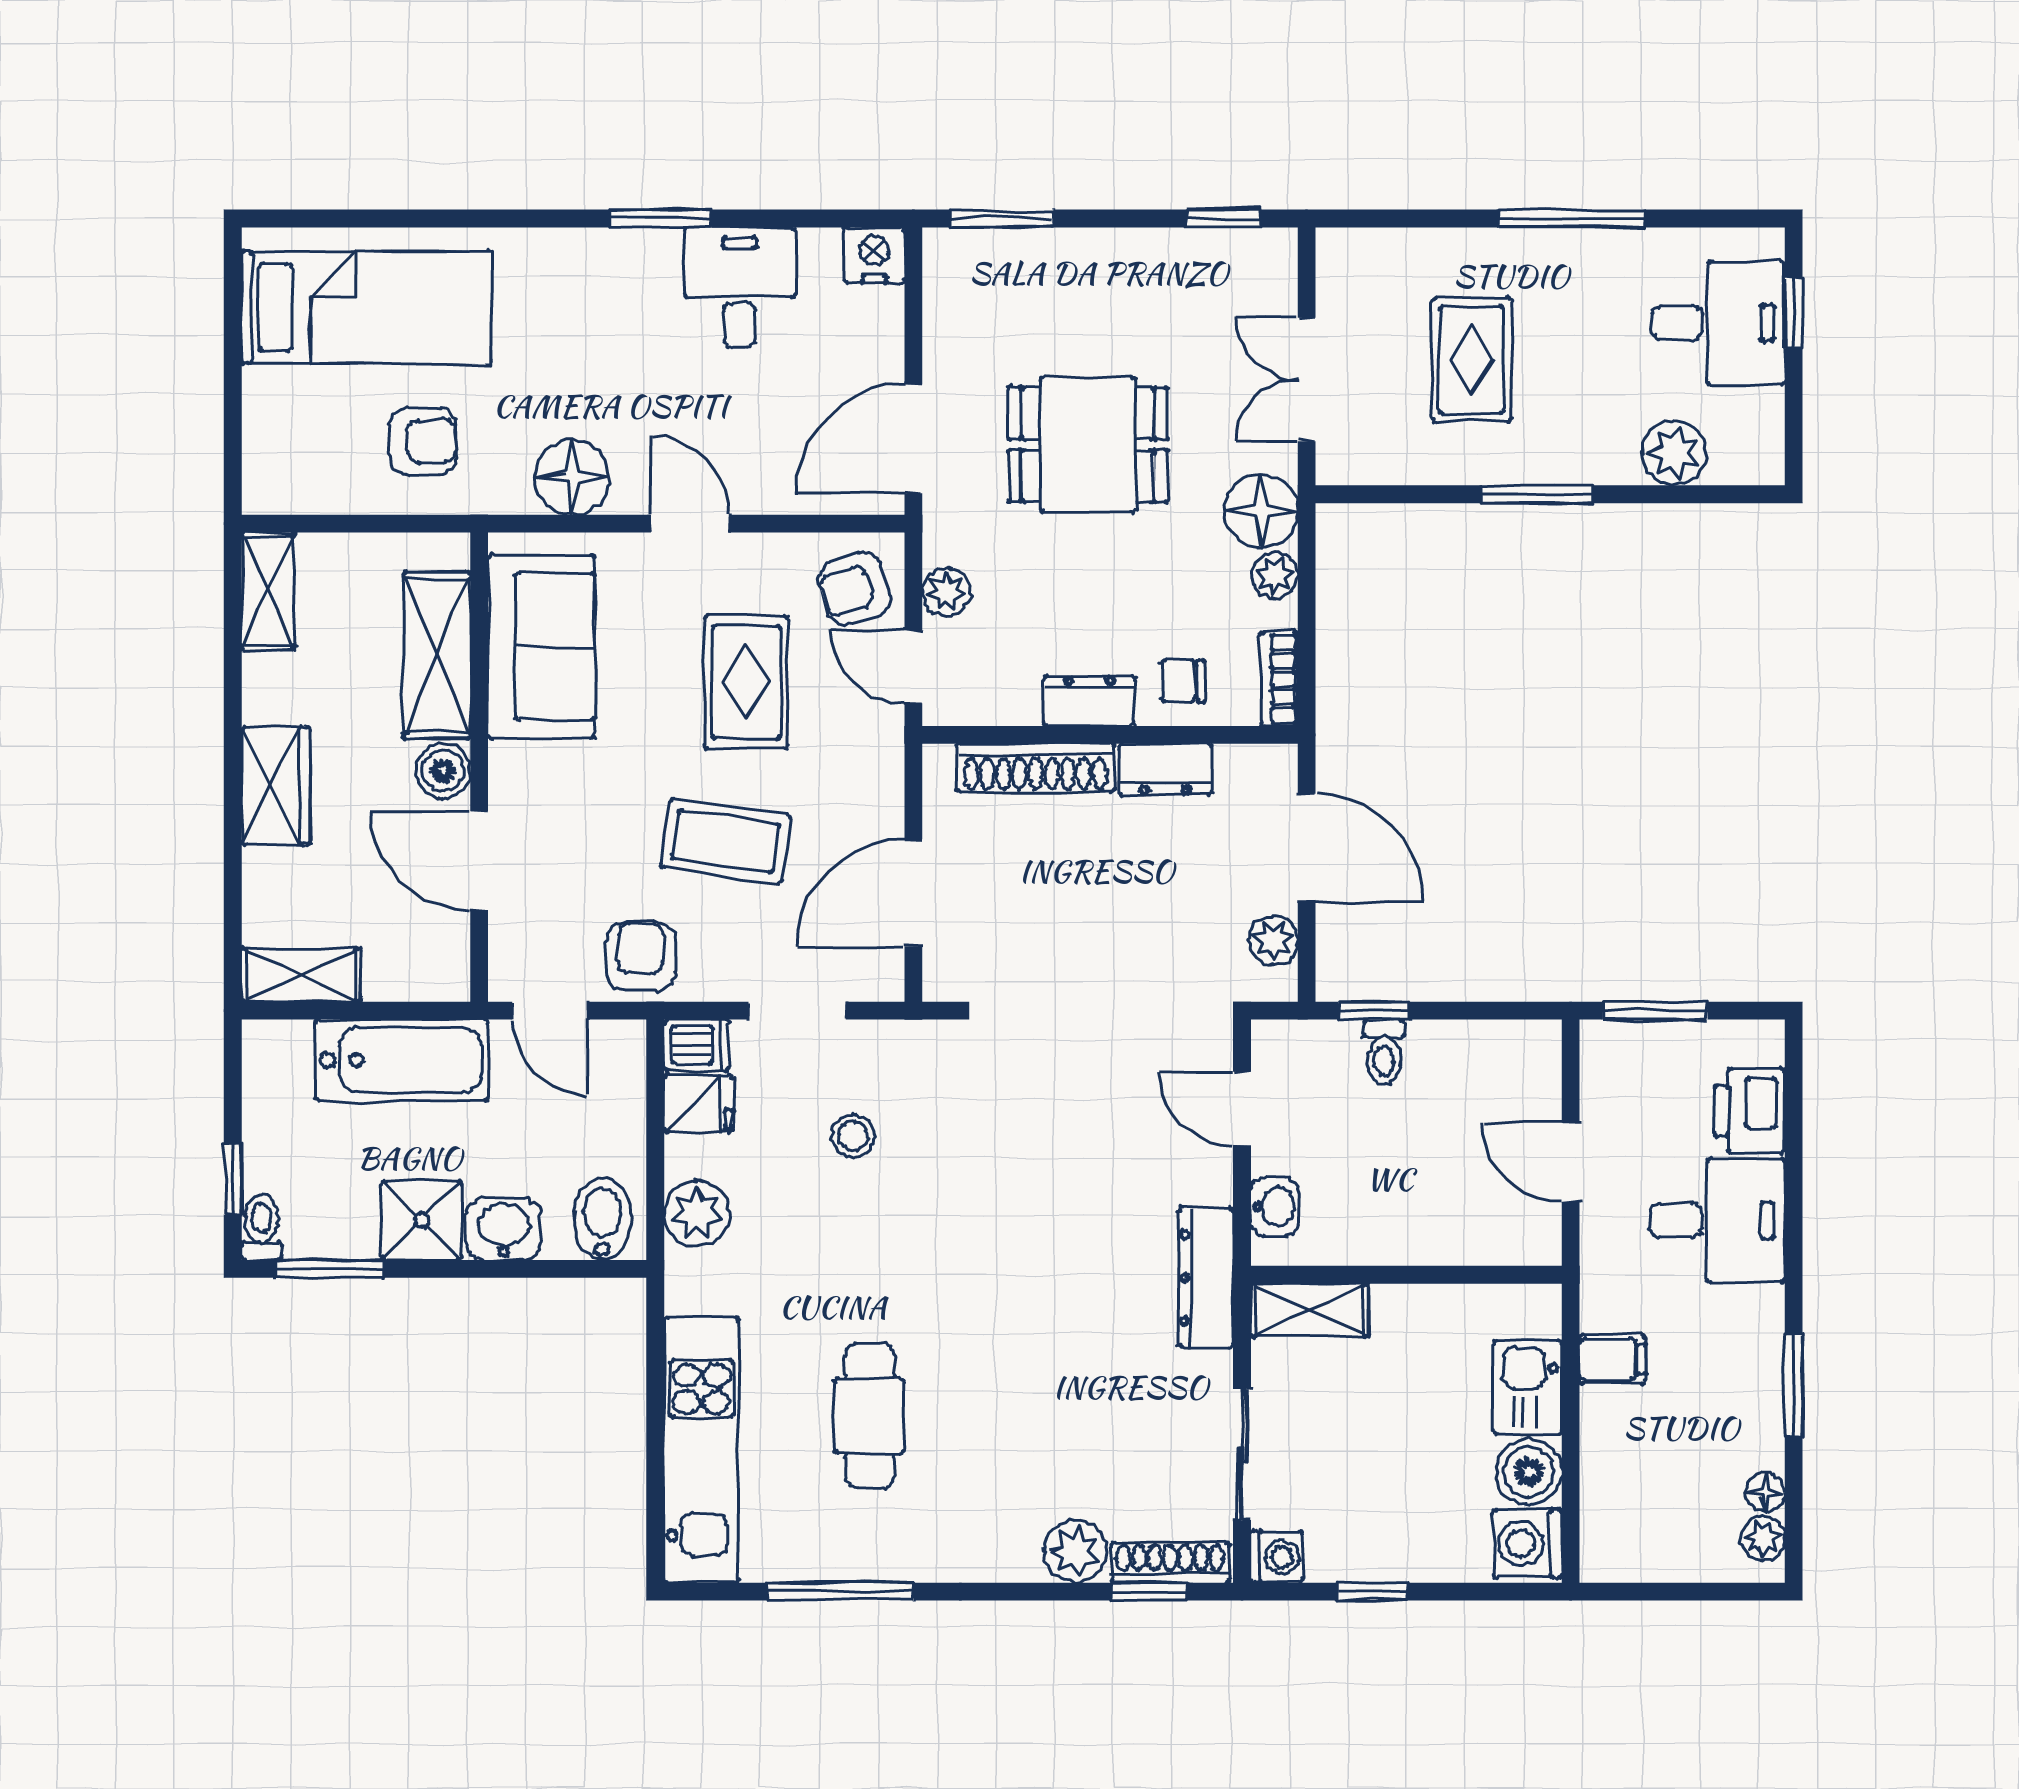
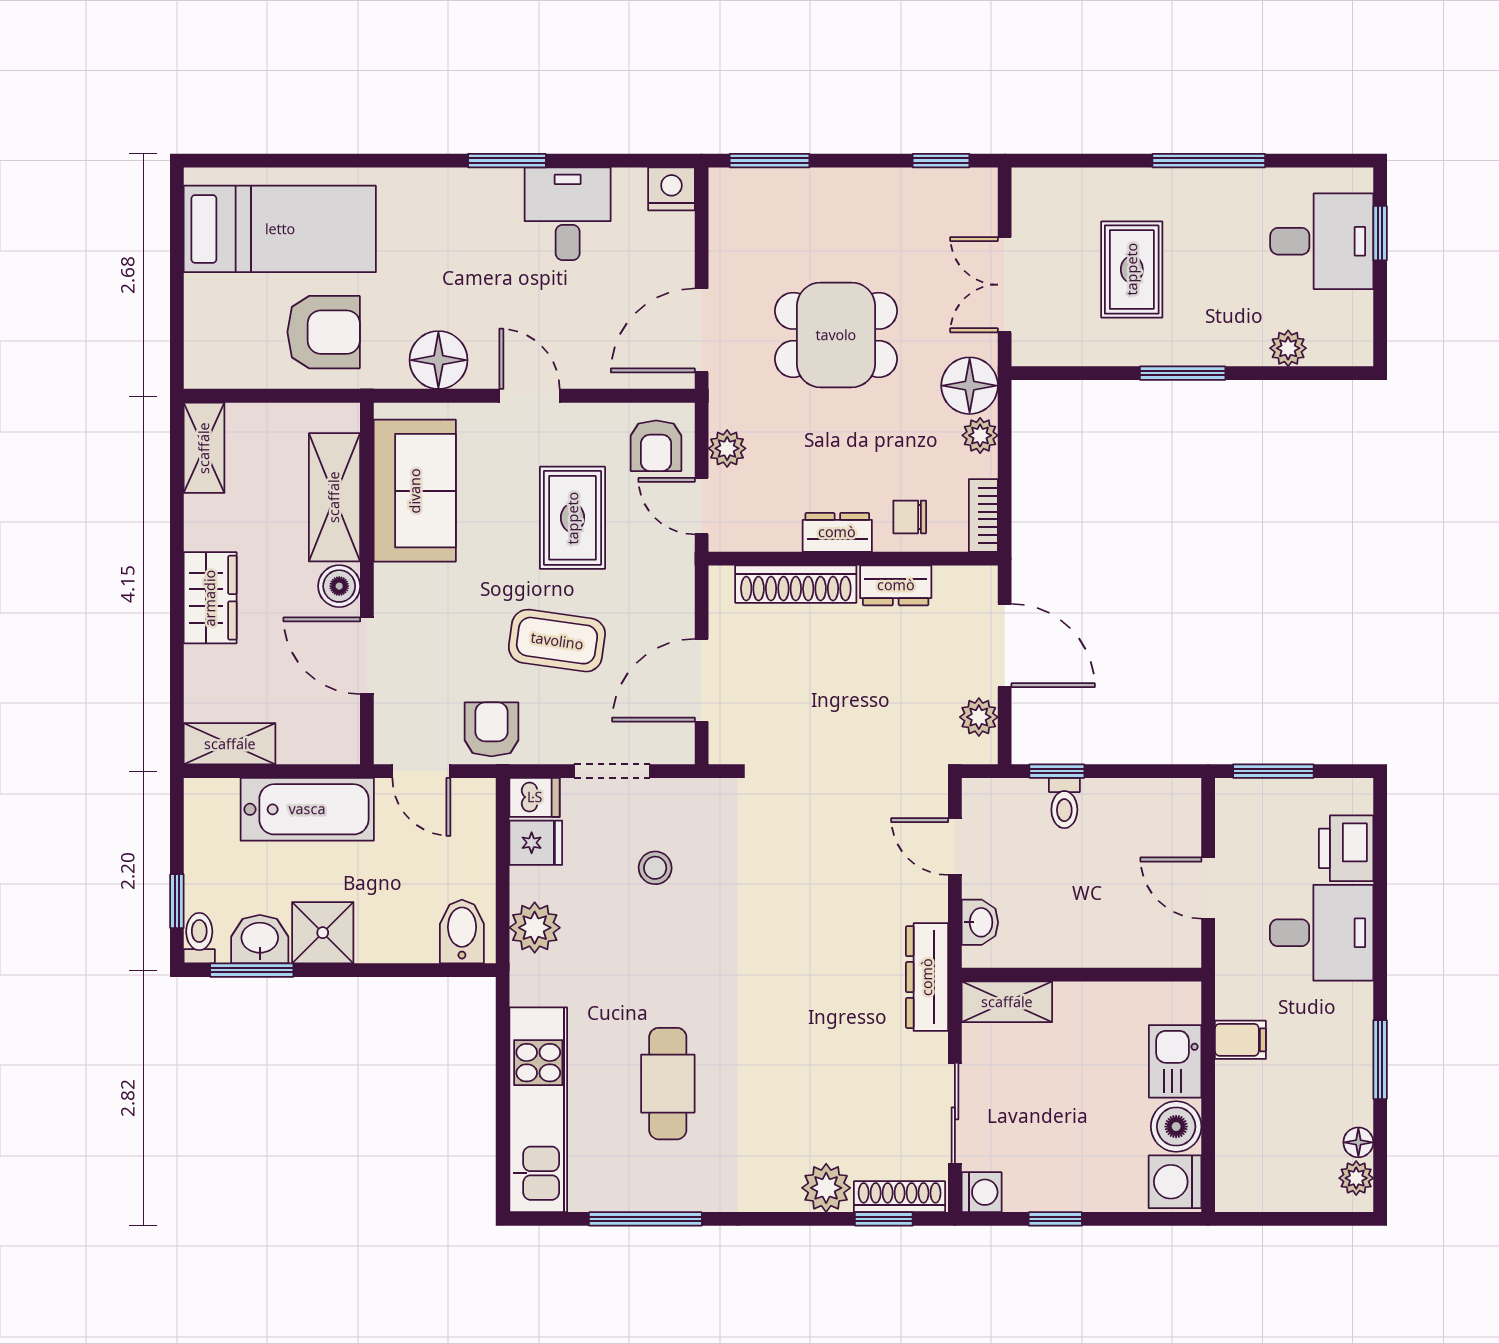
armchair: (423, 441) -> (324, 332), width x1.38, depth x1.38
plant: (1674, 453) -> (1288, 348), width x0.73, depth x0.73
armchair: (854, 589) -> (656, 446), turned -72
washbasin: (503, 1229) -> (260, 939), moved

